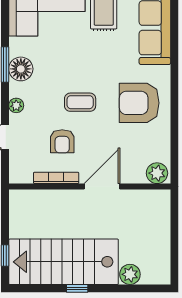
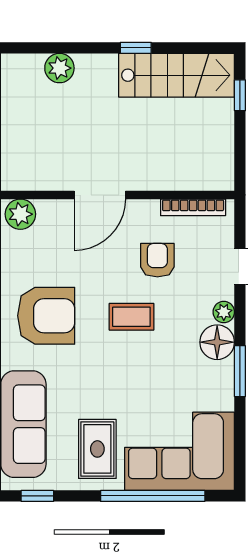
floor lamp: (21, 69) -> (217, 342), moved
bookcase: (56, 178) -> (193, 207), moved
stairs: (64, 262) -> (176, 75), width x0.73, depth x0.66

